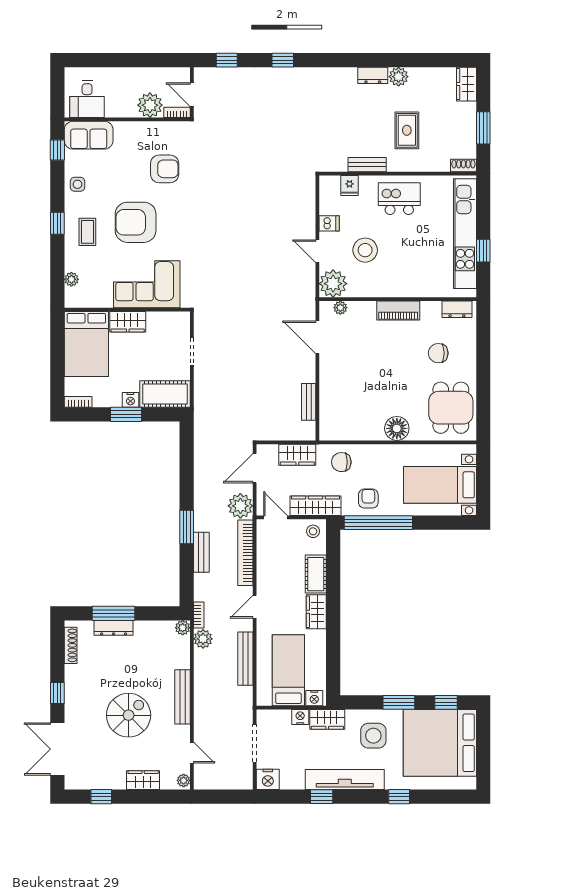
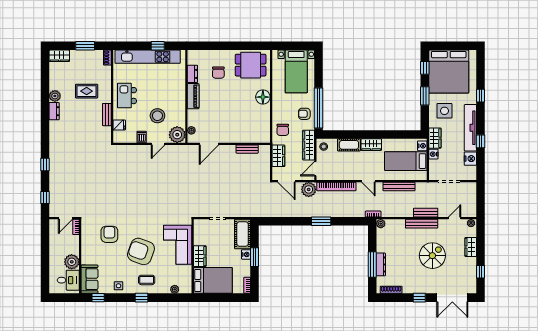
plant: (150, 105) -> (72, 262), moved
armchair: (136, 222) -> (141, 251), turned 110
dresser: (457, 309) -> (192, 74), moved
bench: (201, 552) -> (426, 213), moved
plant: (203, 639) -> (387, 212), removed
spiral stairs: (129, 715) -> (432, 256), turned 90
nightstand: (268, 779) -> (470, 159), moved

